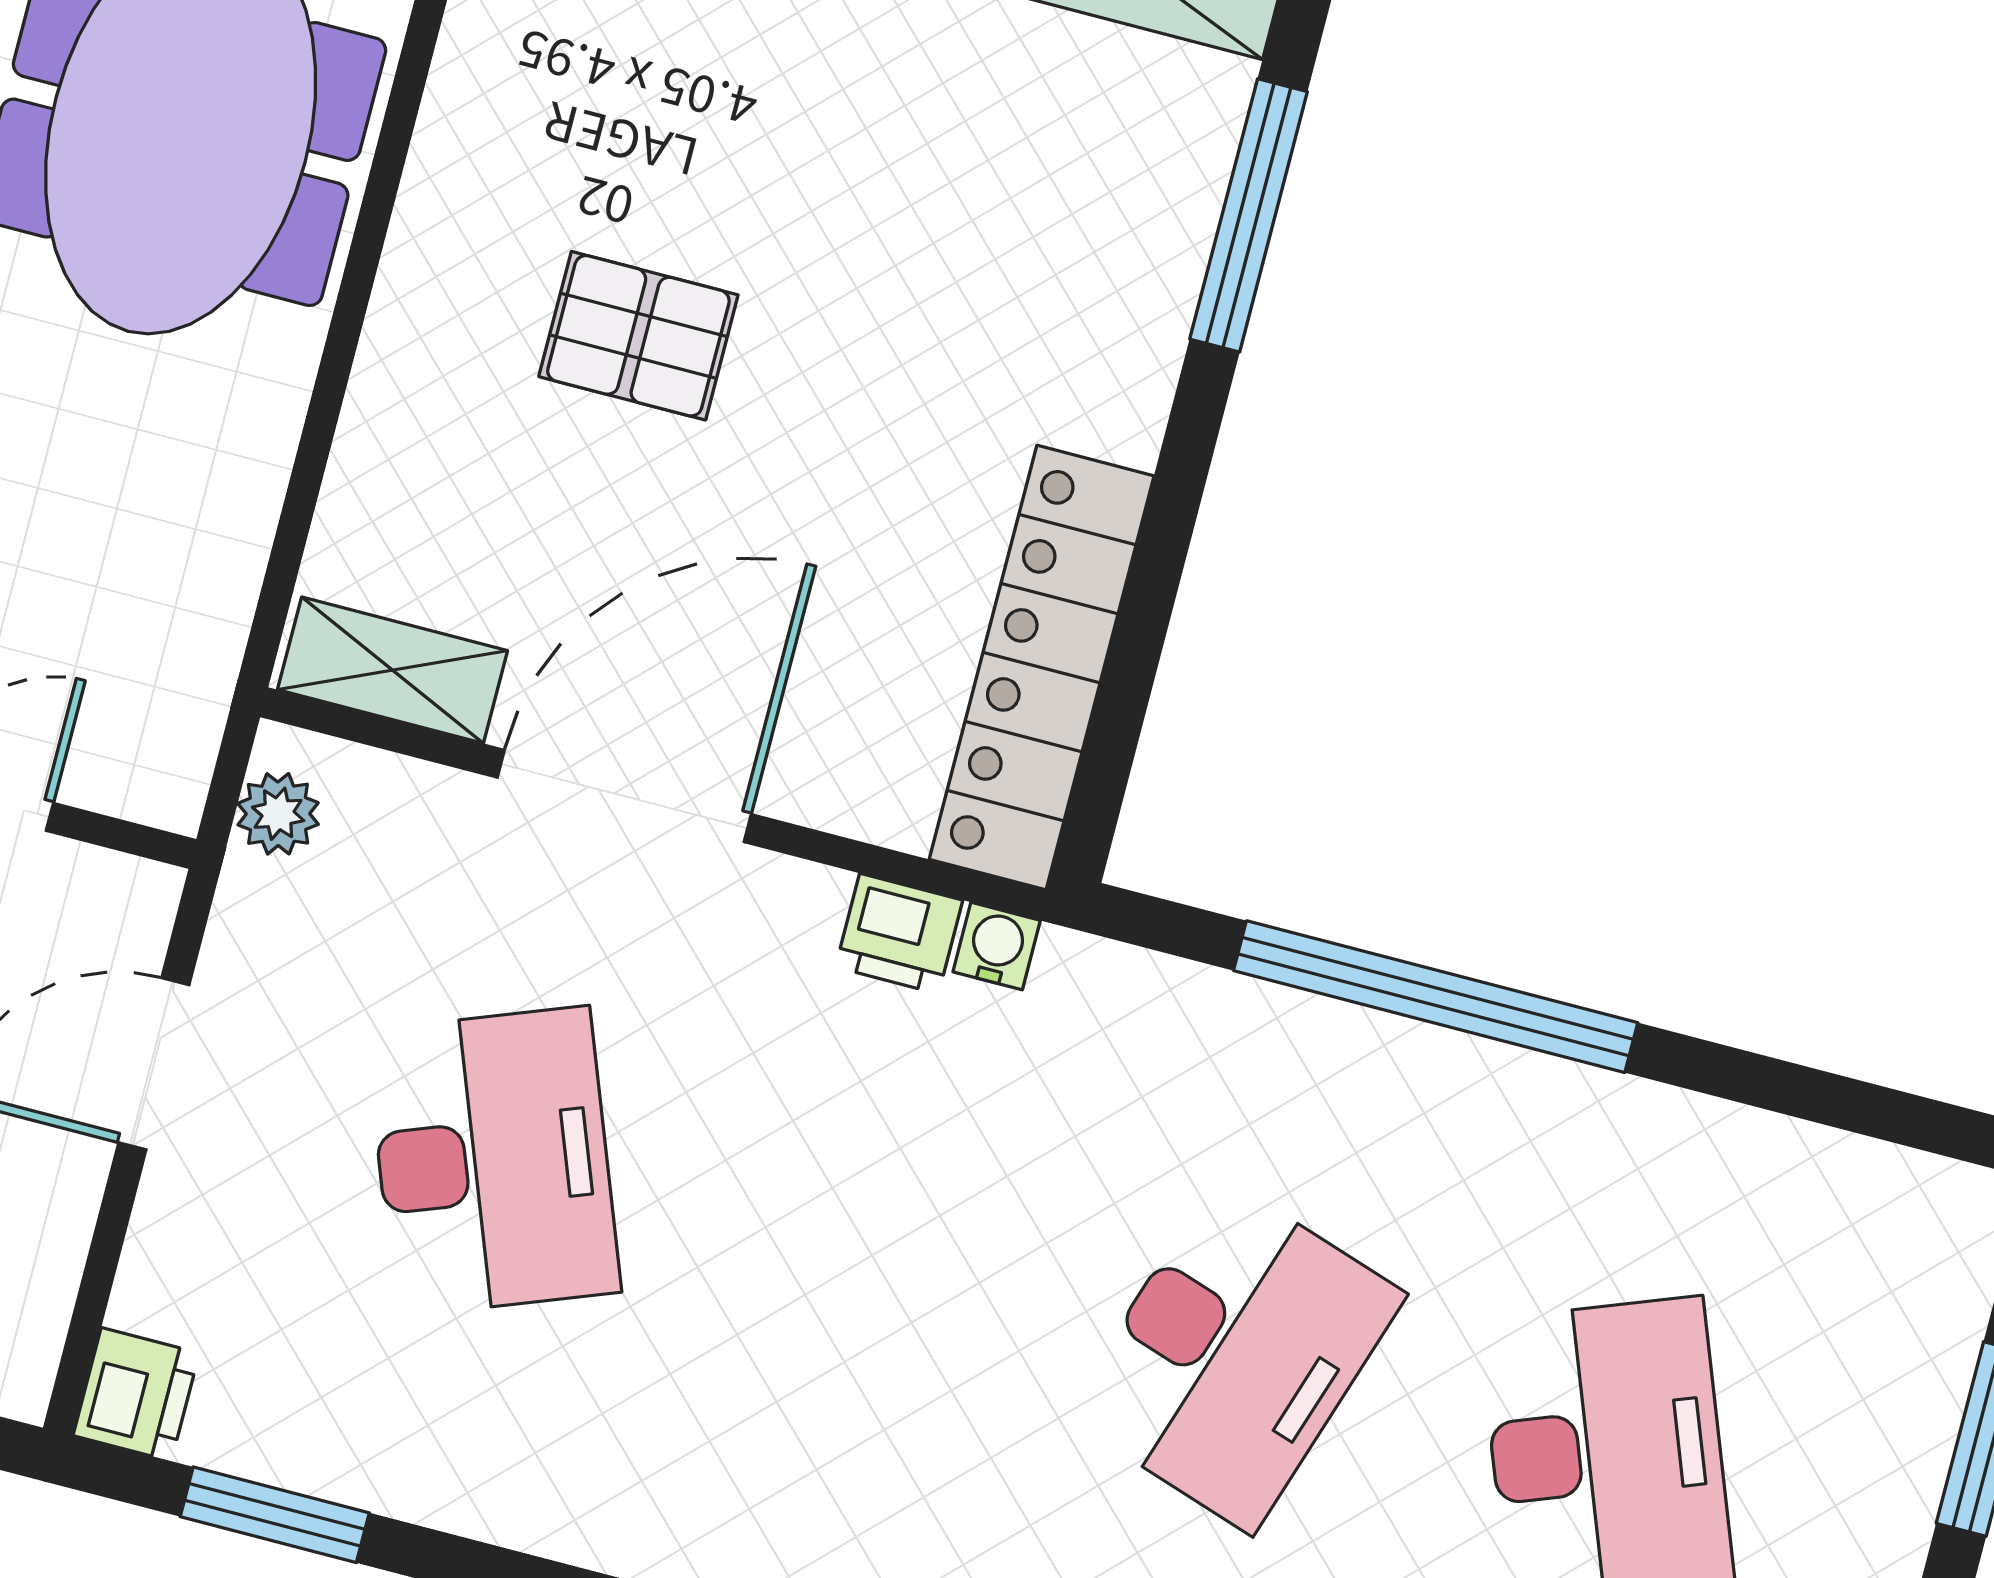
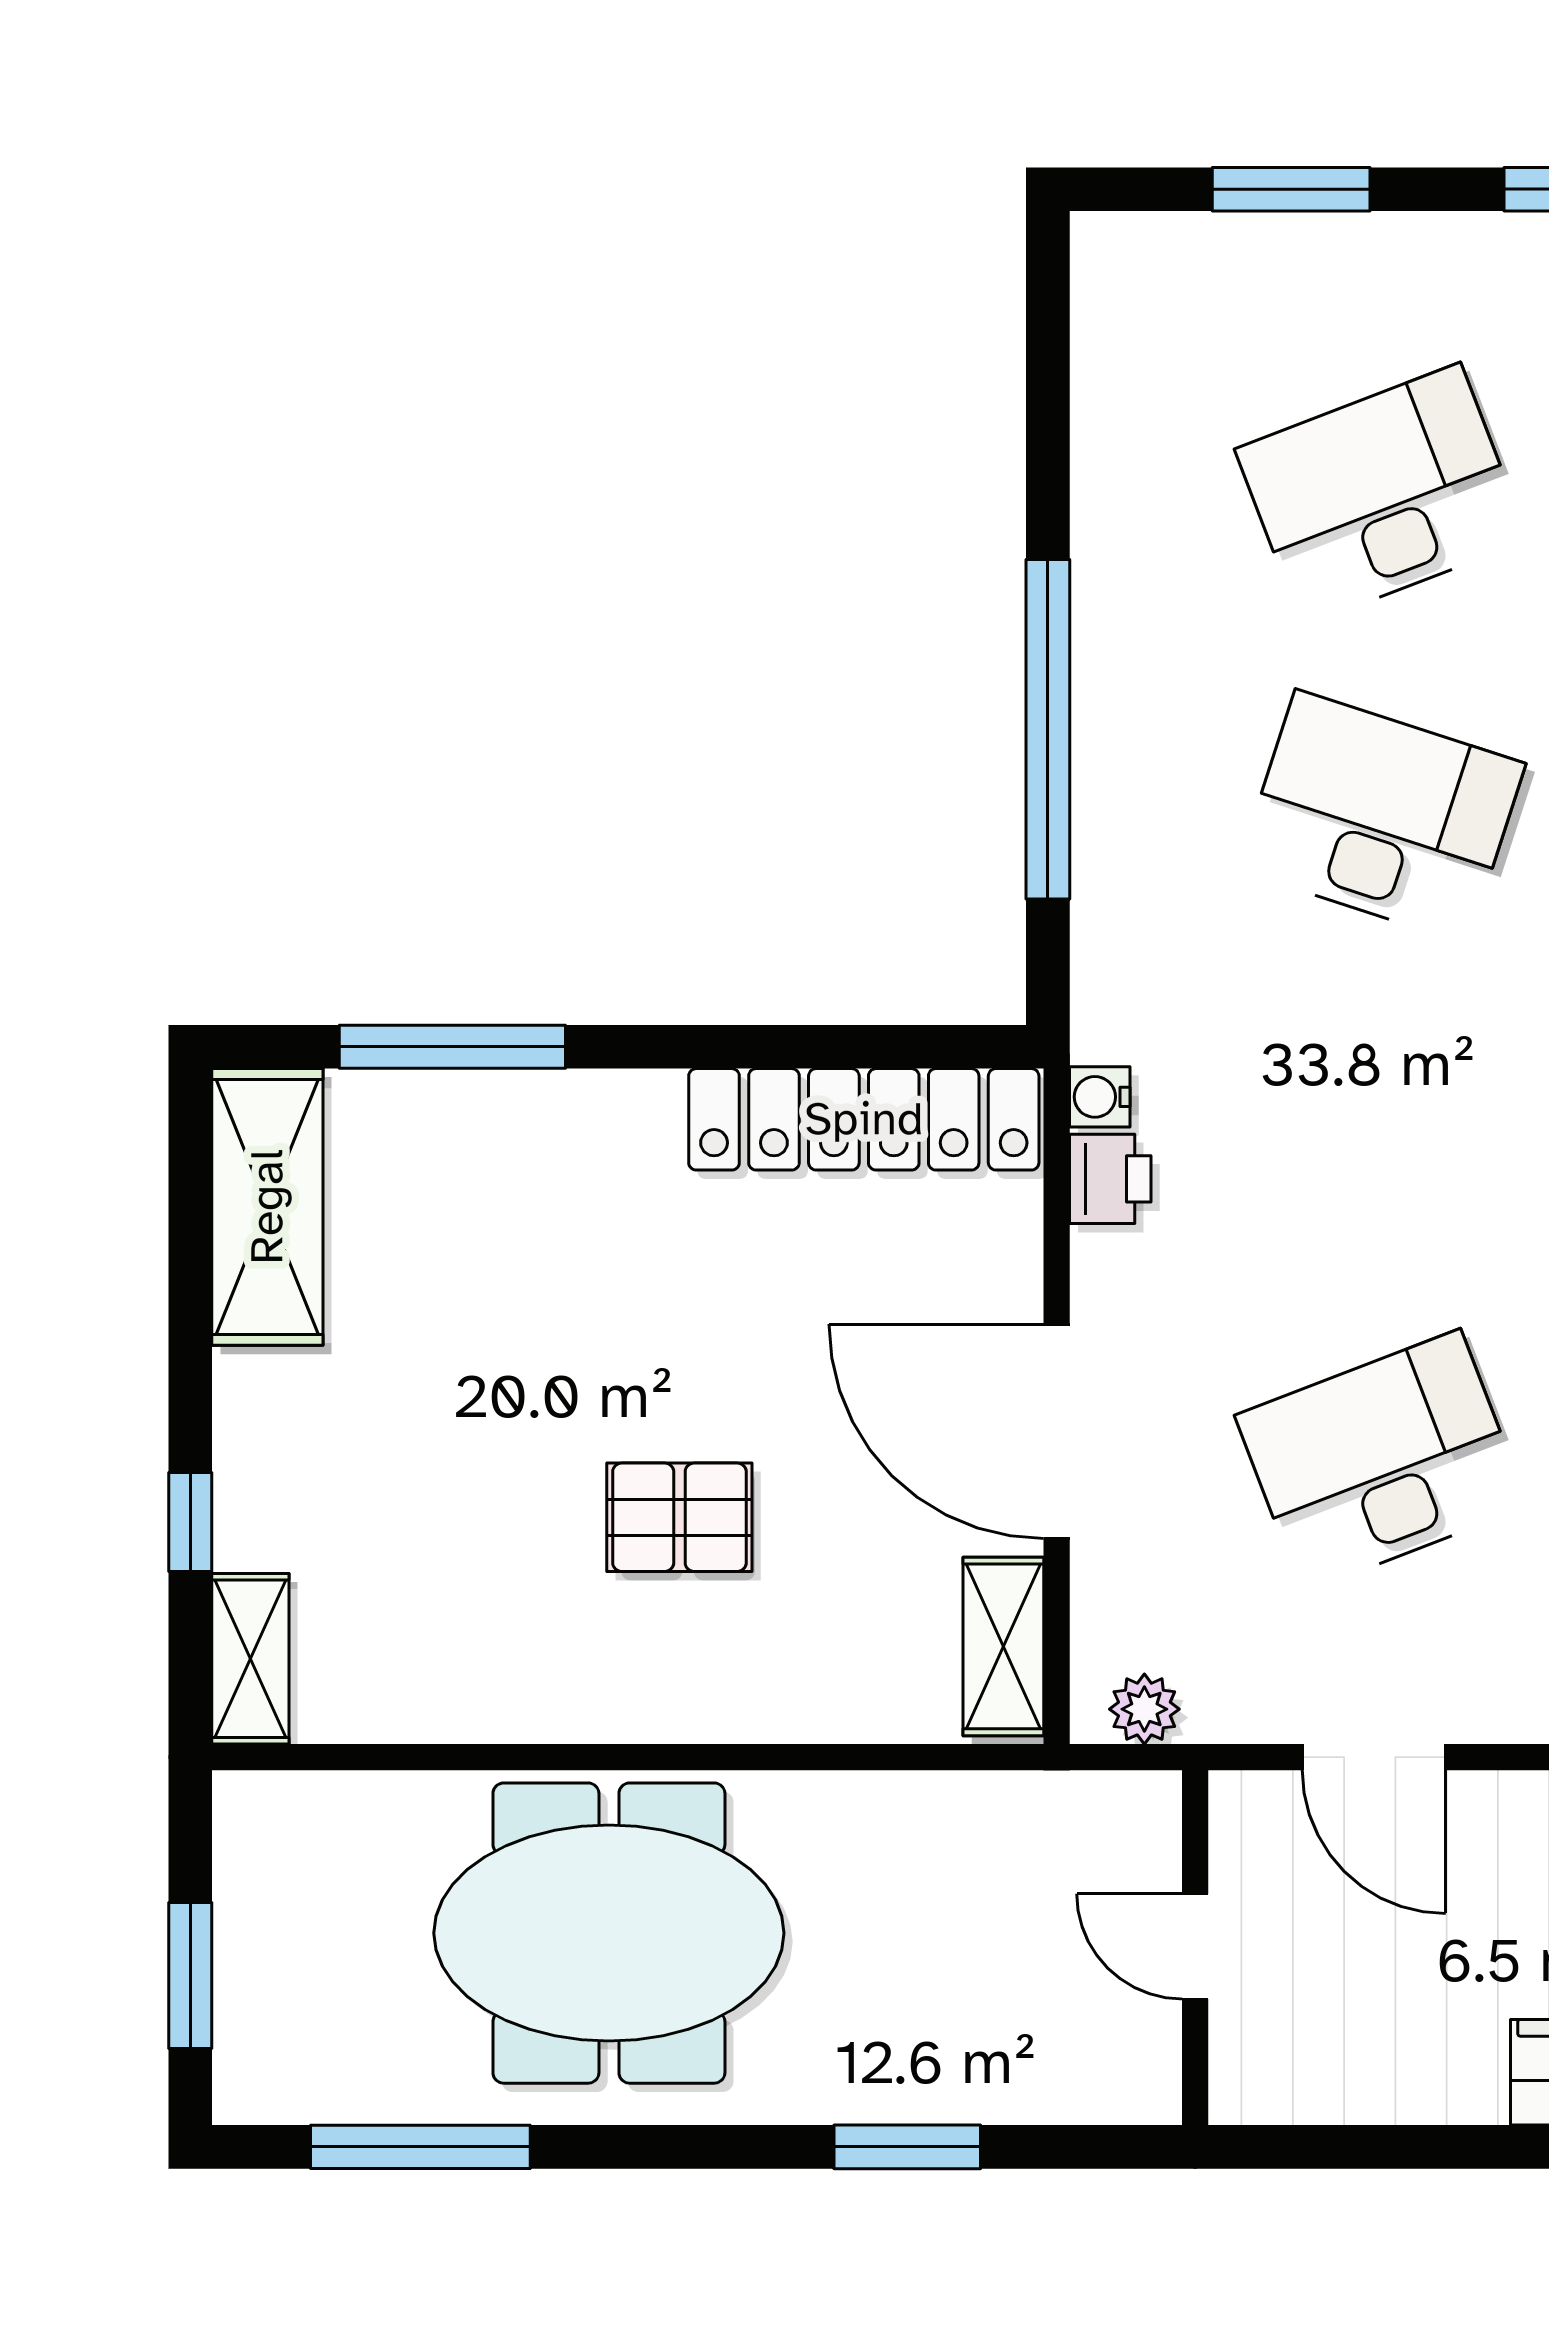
pallet: (638, 336) -> (679, 1517), turned 90

